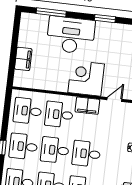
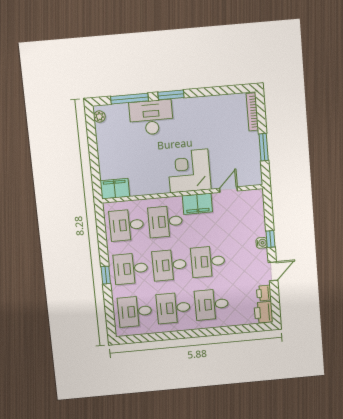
window: (105, 19) -> (171, 95), moved
plant: (25, 21) -> (99, 117), added
desk: (71, 35) -> (151, 117), width x0.73, depth x0.77
filing cabinet: (23, 59) -> (115, 189), moved, turned -90

